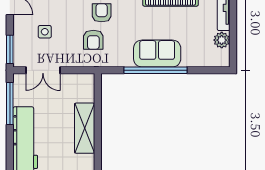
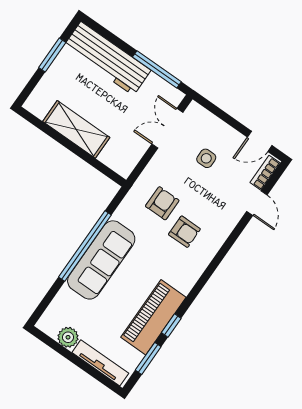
armchair: (93, 40) -> (162, 203), turned 90
window: (10, 49) -> (213, 109), removed
sofa: (157, 54) -> (101, 260), width x1.36

